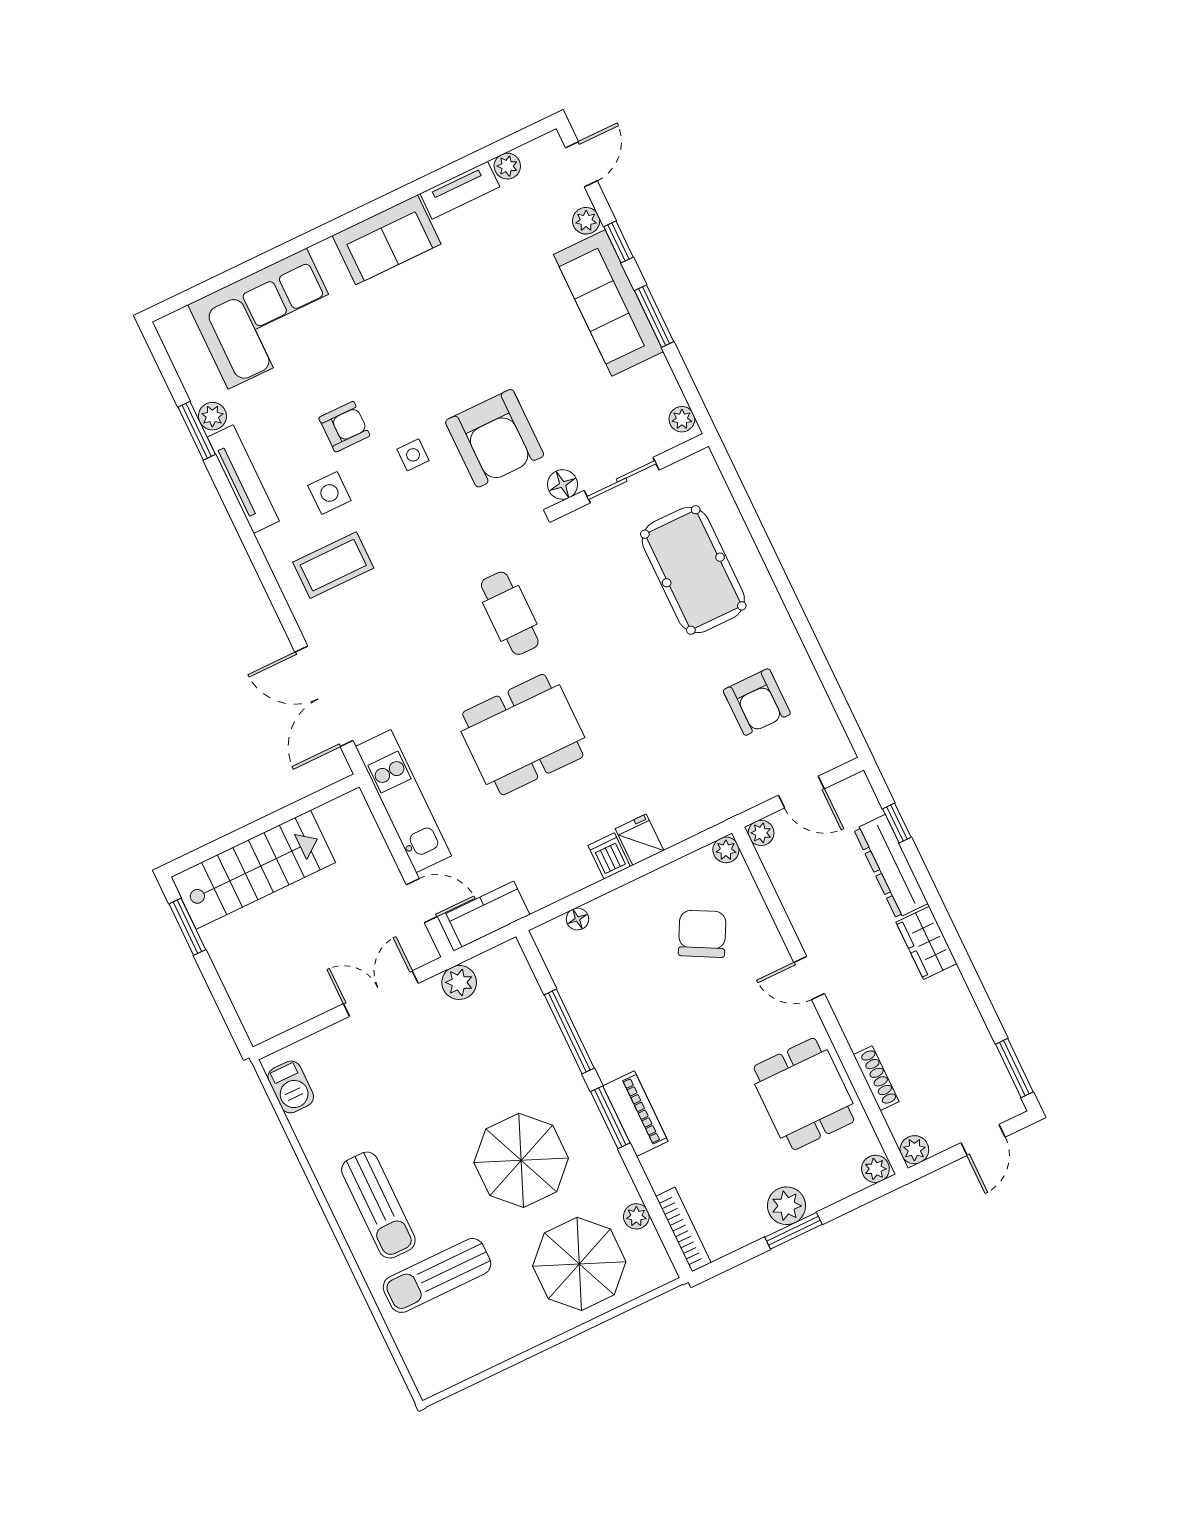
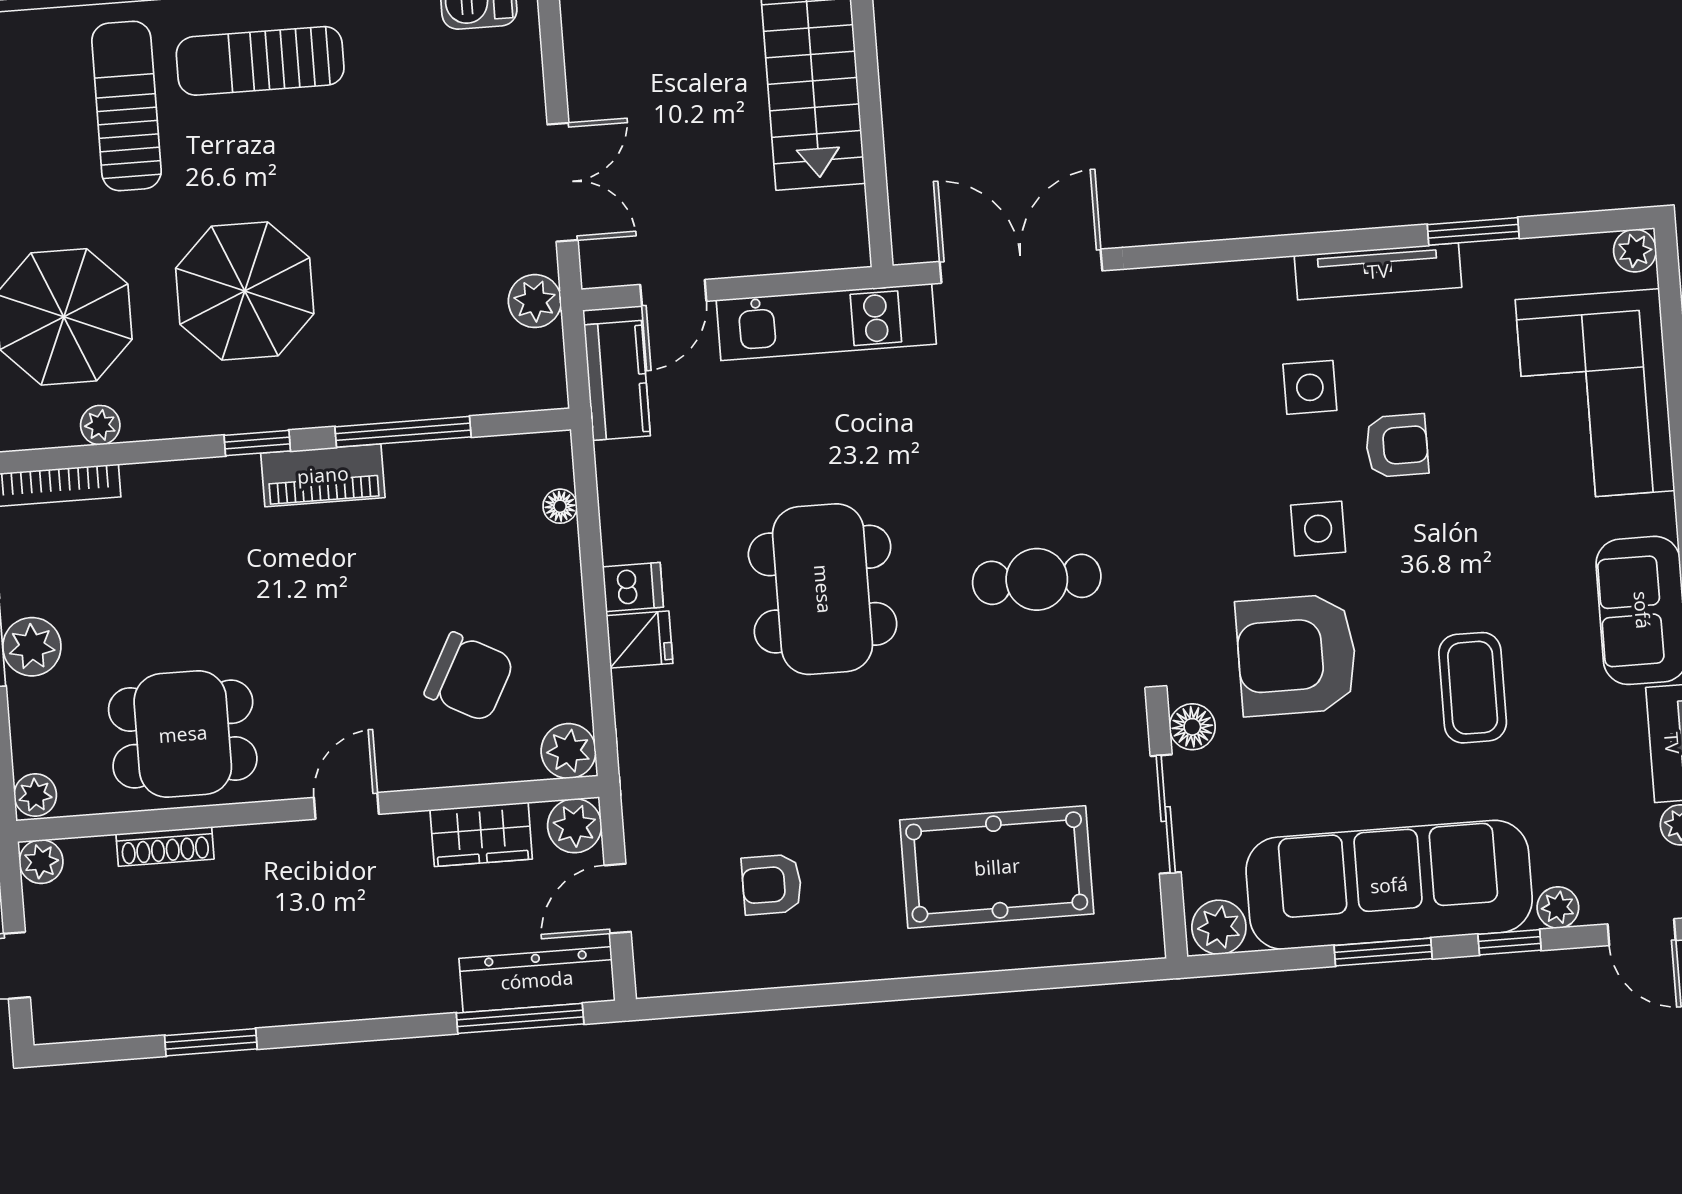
sofa: (609, 303) -> (1389, 885), width x1.36, depth x1.27
plant: (212, 416) -> (1635, 251), moved
plant: (682, 419) -> (1219, 927), width x1.38, depth x1.38
armchair: (344, 427) -> (1397, 446), turned -90
side table: (413, 455) -> (1318, 529), width x1.37, depth x1.37
coffee table: (333, 565) -> (1473, 688), moved
armchair: (757, 702) -> (772, 885), width x0.72, depth x0.72
dining table: (523, 735) -> (823, 589), moved
window: (897, 823) -> (520, 1018), width x2.17
plant: (761, 833) -> (575, 826), width x1.38, depth x1.38
plant: (726, 850) -> (568, 751), width x1.38, depth x1.38
dresser: (891, 867) -> (537, 980), moved
wardrobe: (926, 943) -> (481, 834), moved, turned 180
window: (1014, 1068) -> (211, 1042), moved
piano: (635, 1114) -> (323, 475), moved
window: (610, 1117) -> (257, 443), width x0.67

